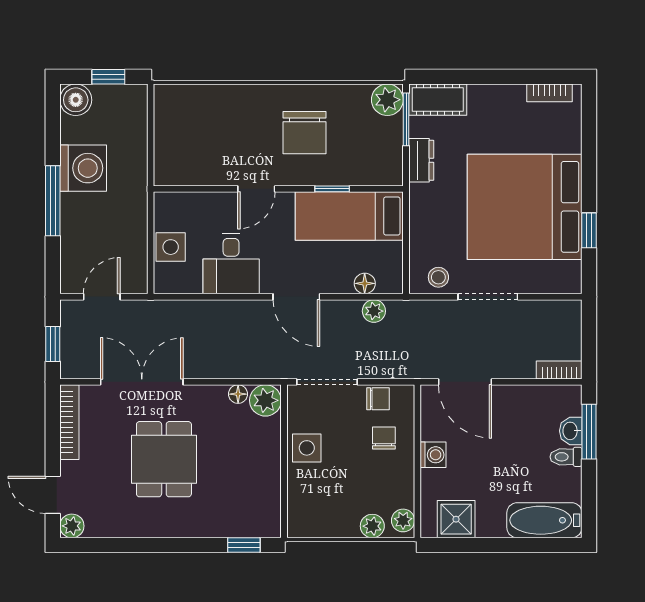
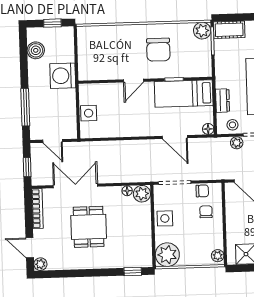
boiler: (76, 100) -> (36, 50), moved
dresser: (421, 160) -> (223, 101), moved
washing machine: (83, 168) -> (63, 76), moved, turned 180
window: (53, 201) -> (25, 107), moved
desk: (231, 264) -> (121, 121), removed
floor lamp: (365, 283) -> (208, 129), moved
door: (102, 297) -> (53, 141), swing flipped
door: (296, 297) -> (175, 137), moved
plant: (374, 311) -> (237, 143), moved
washing machine: (433, 455) -> (233, 220), removed
plant: (372, 526) -> (167, 255), moved, width x1.88, depth x1.88

